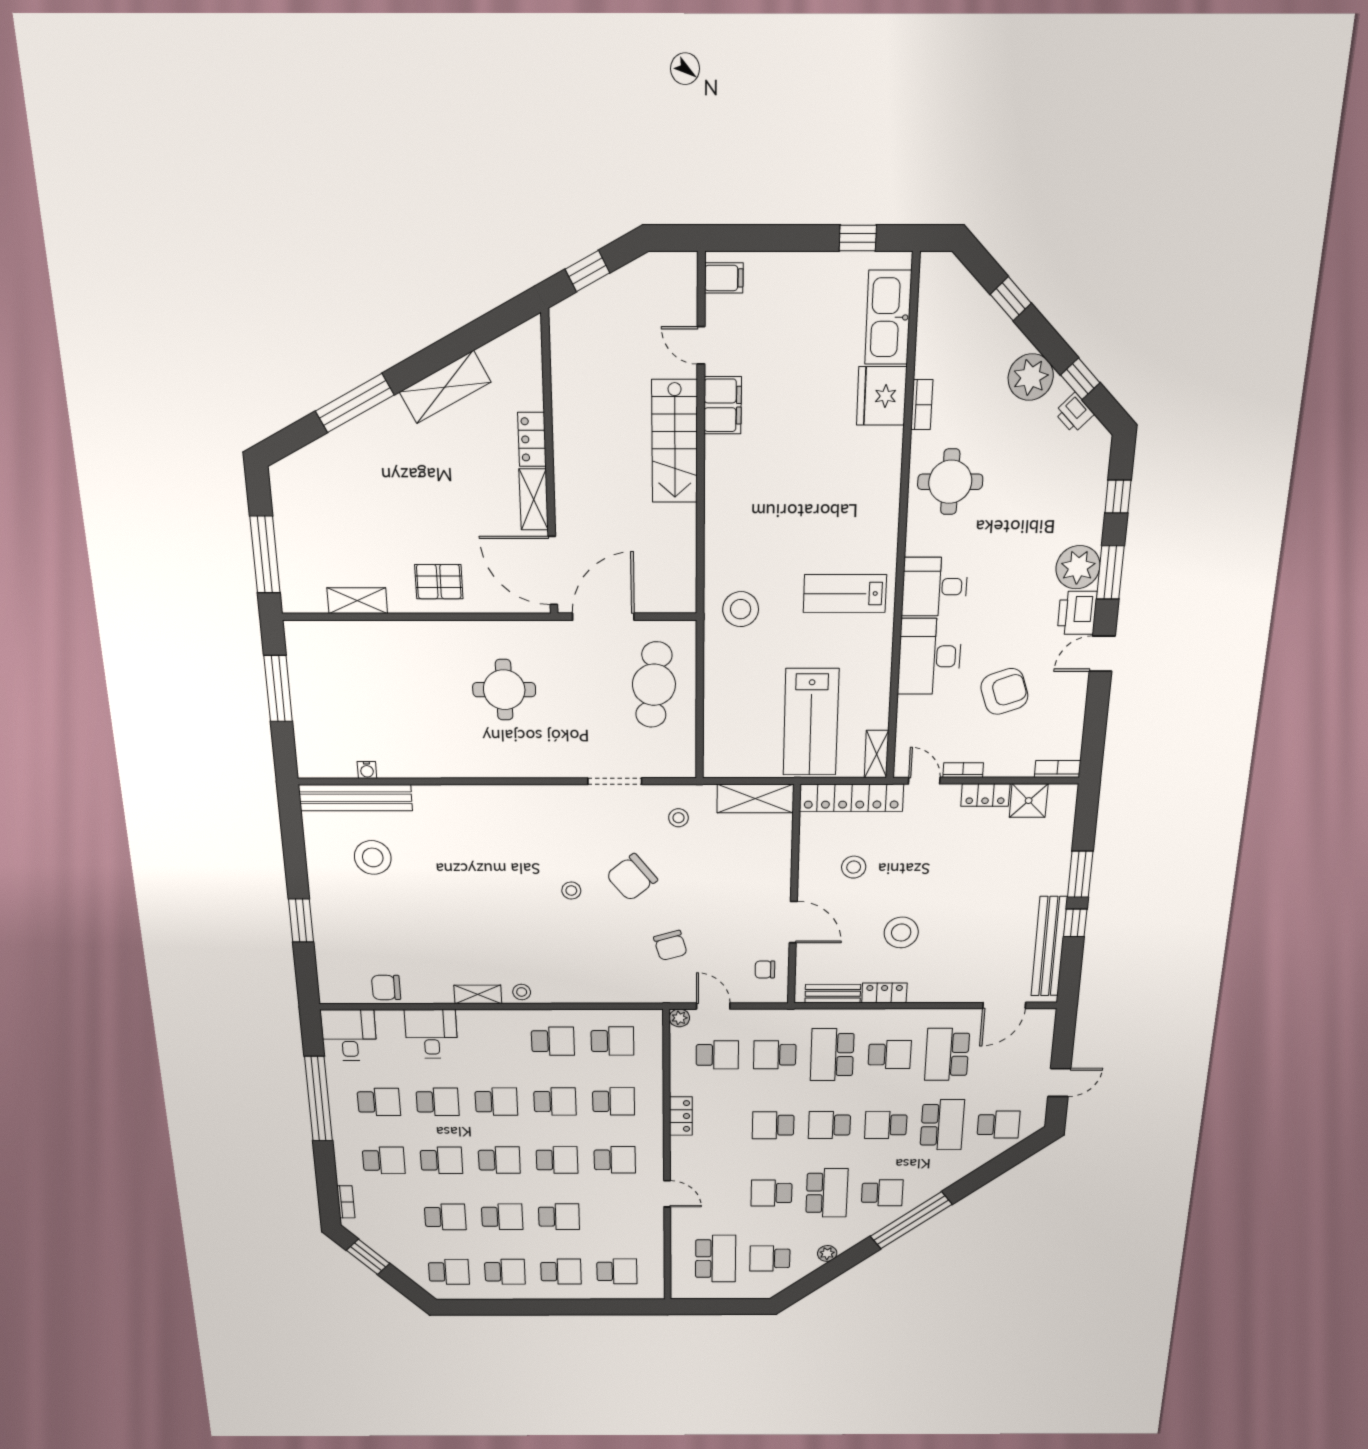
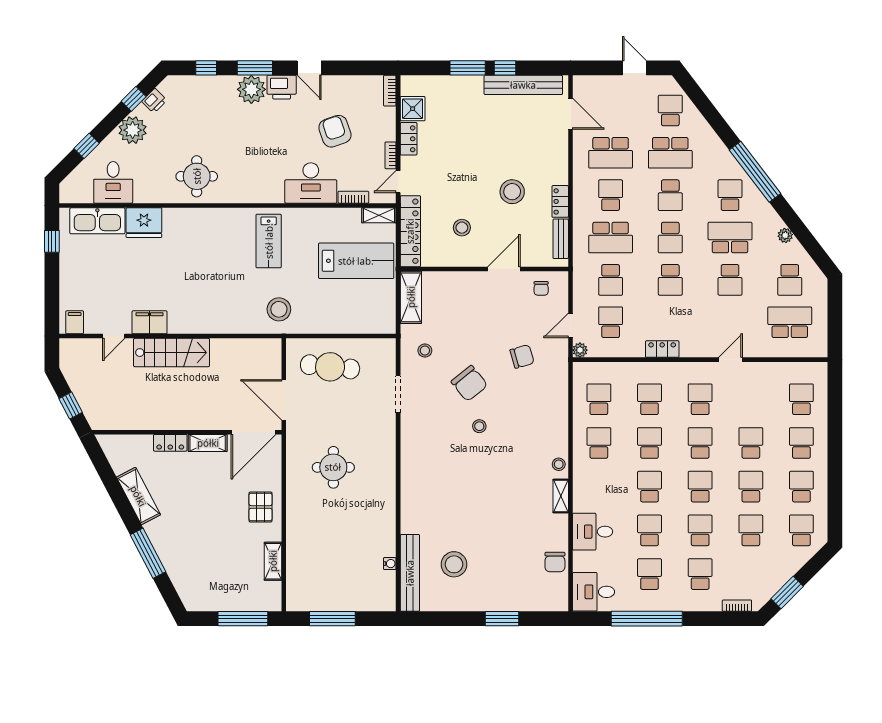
bookcase: (922, 405) -> (353, 197), moved
desk: (935, 587) -> (113, 182), moved
school desk: (942, 1125) -> (670, 153), turned 180

